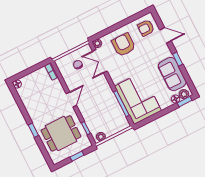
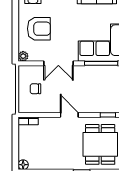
armchair: (124, 45) -> (39, 29), turned 180
double door: (100, 61) -> (58, 63), moved

